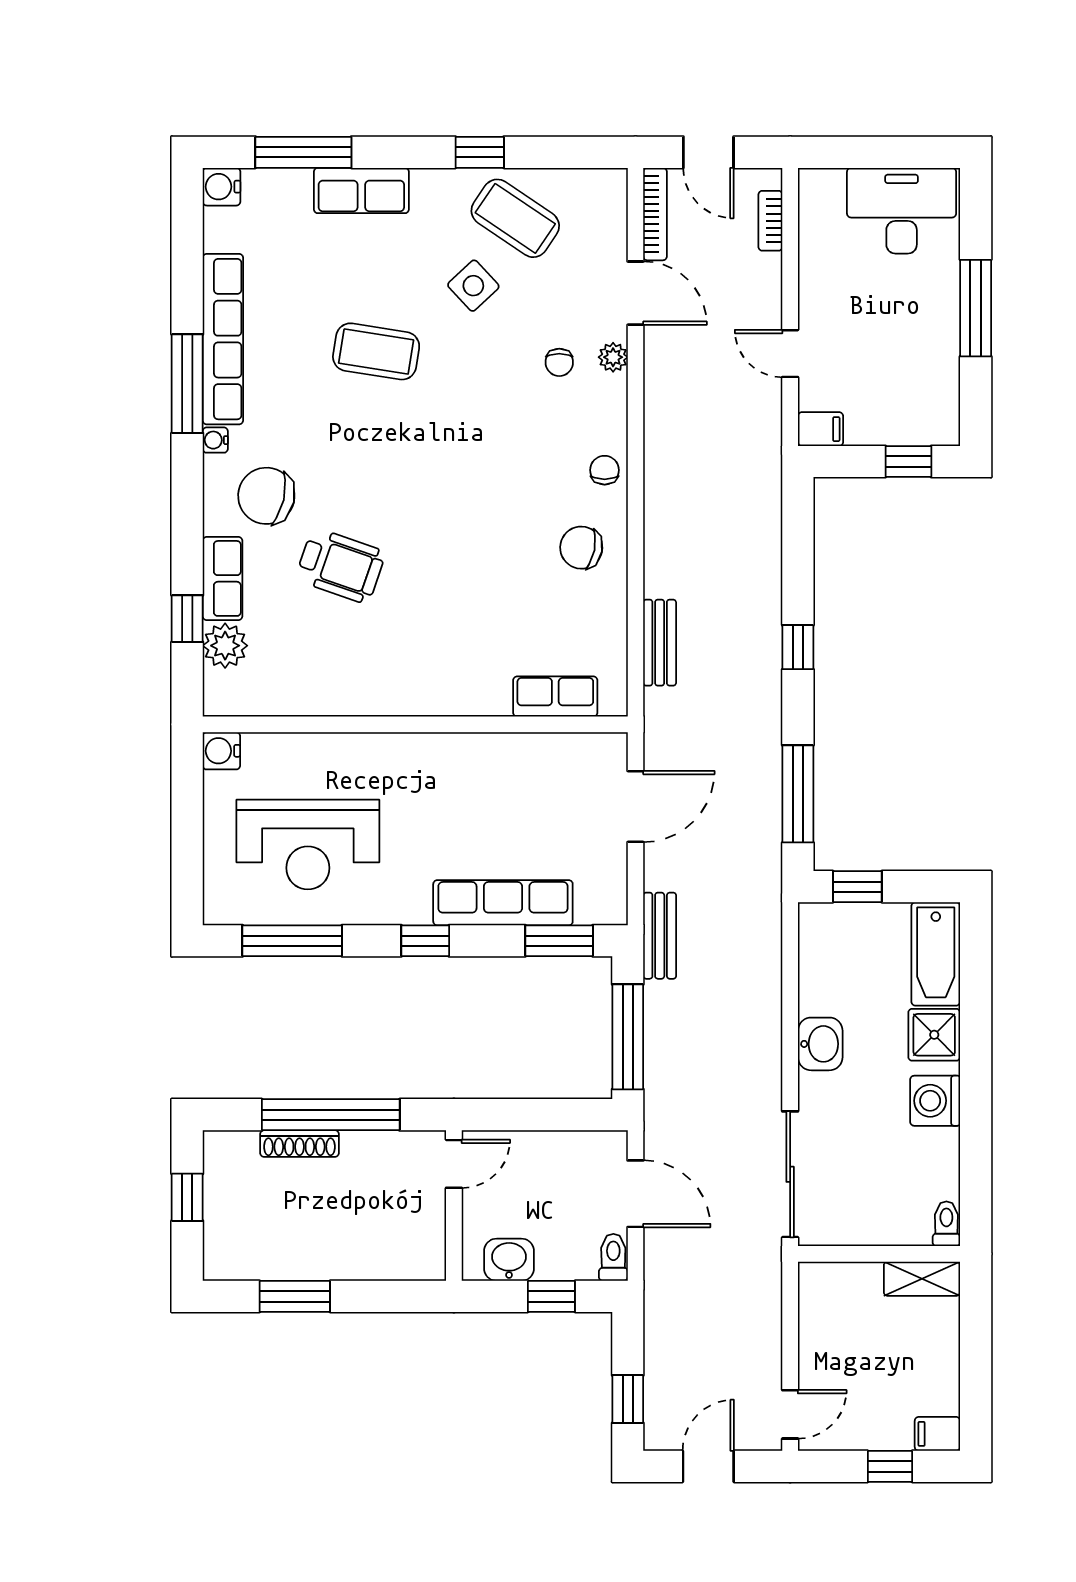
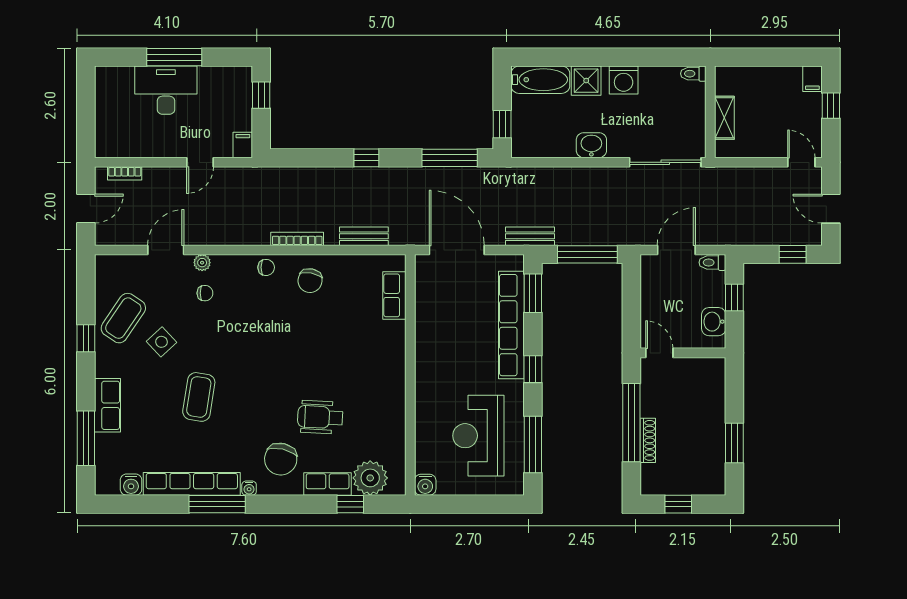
water cooler: (222, 187) -> (131, 485), moved
desk: (902, 211) -> (166, 90), moved, turned 90
bookcase: (655, 214) -> (297, 239), moved
chair: (605, 470) -> (266, 267), turned 180
wheelchair: (340, 566) -> (320, 417), turned -106
plant: (225, 646) -> (370, 478), width x1.36, depth x1.36
door: (636, 806) -> (457, 250), width x1.36
reception desk: (308, 845) -> (478, 436), turned 180
row of seats: (503, 903) -> (511, 325), width x1.36
shelving: (922, 1279) -> (724, 118), moved

